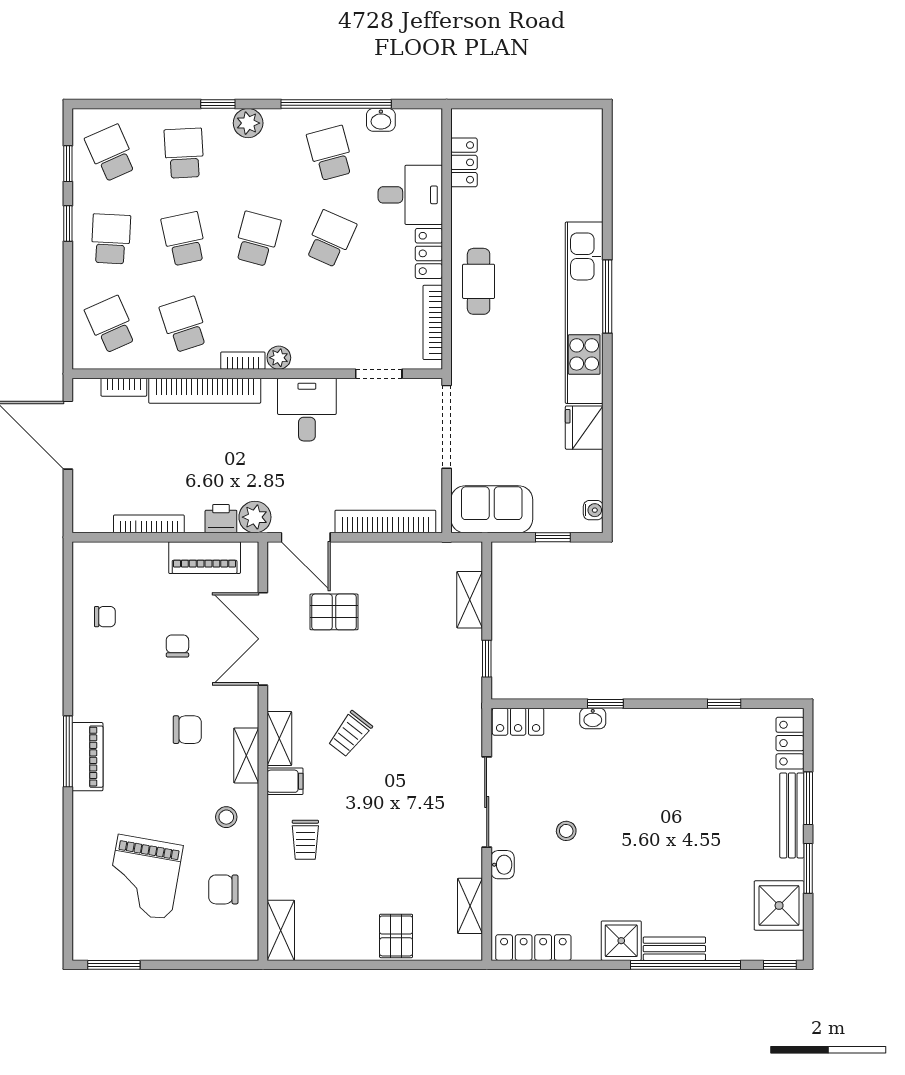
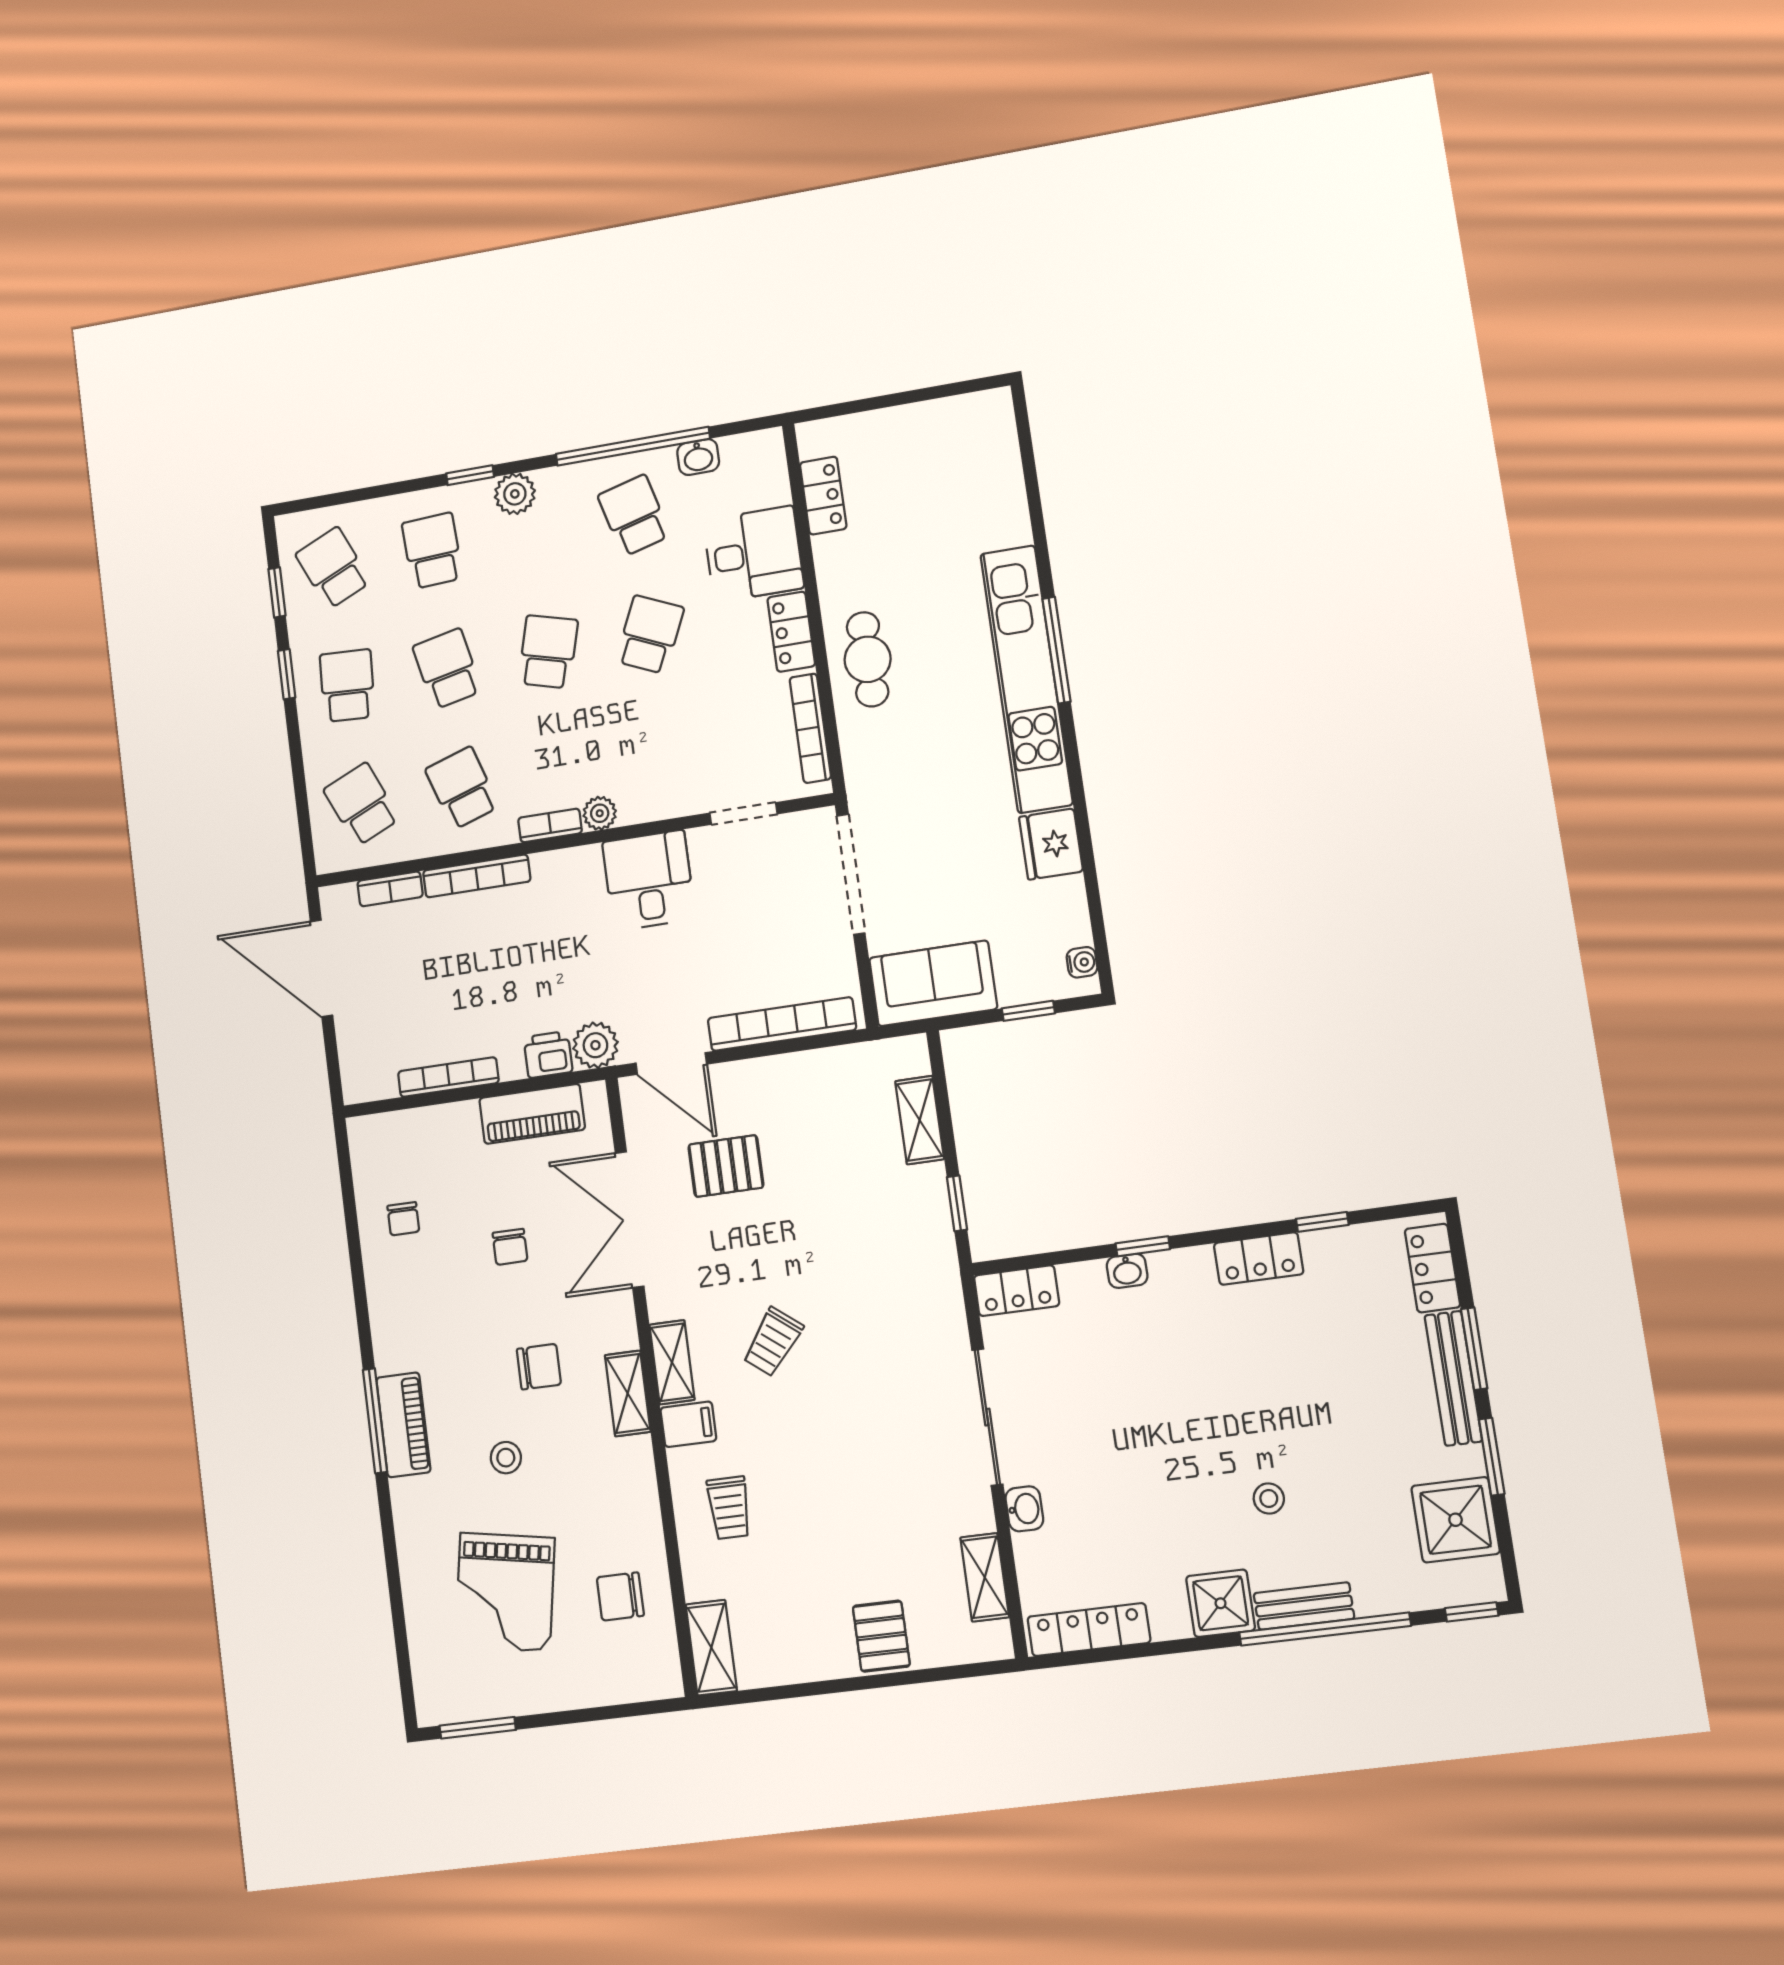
bookcase: (205, 391) -> (477, 876), width x0.68, depth x0.76
chair: (105, 617) -> (403, 1219), turned 90
chair: (177, 646) -> (510, 1247), turned 180
locker: (680, 722) -> (1259, 1259), added
stool: (226, 817) -> (506, 1458), moved
stool: (566, 831) -> (1269, 1498), moved

